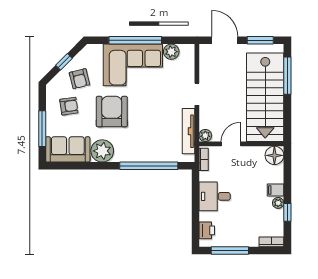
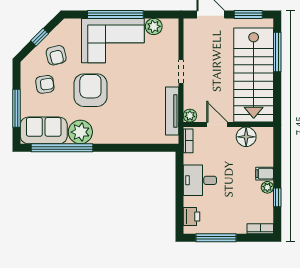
door: (231, 144) -> (217, 125), hinge flipped
floor lamp: (274, 155) -> (246, 137), moved
window: (149, 166) -> (62, 148), moved

